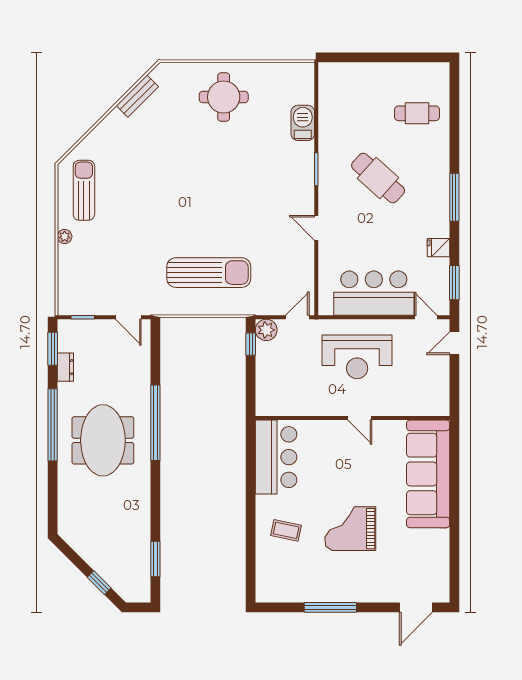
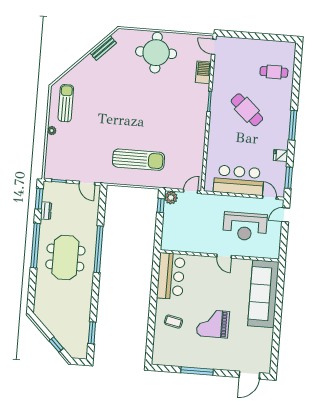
round table: (224, 97) -> (156, 53), width x1.36, depth x1.36
door: (316, 228) -> (214, 47), moved
reception desk: (357, 357) -> (245, 226), moved

